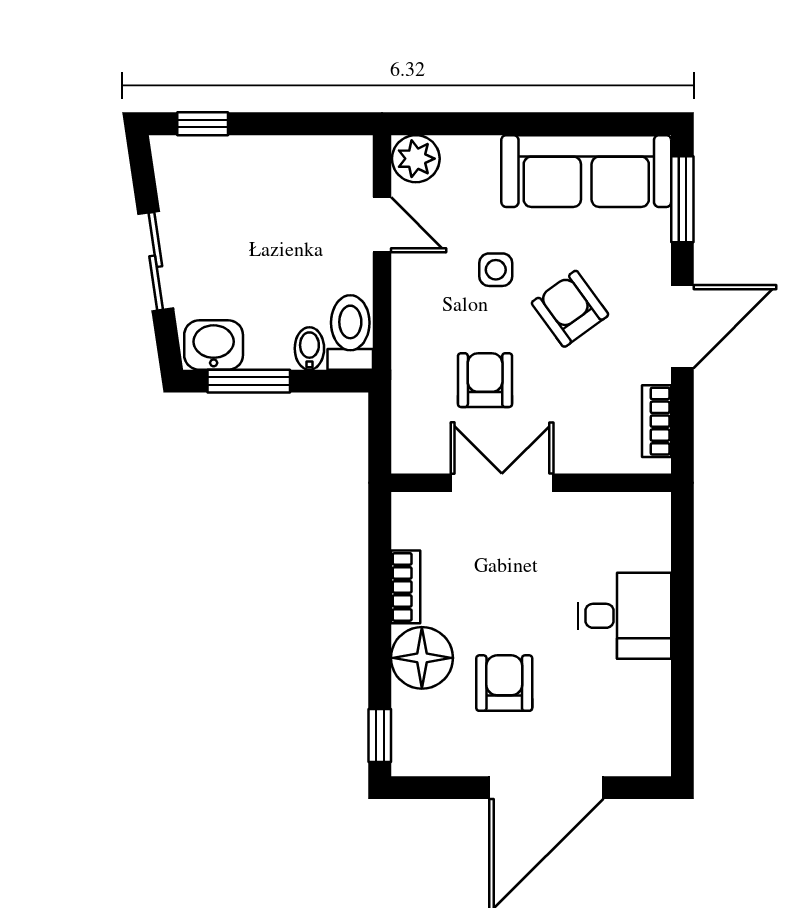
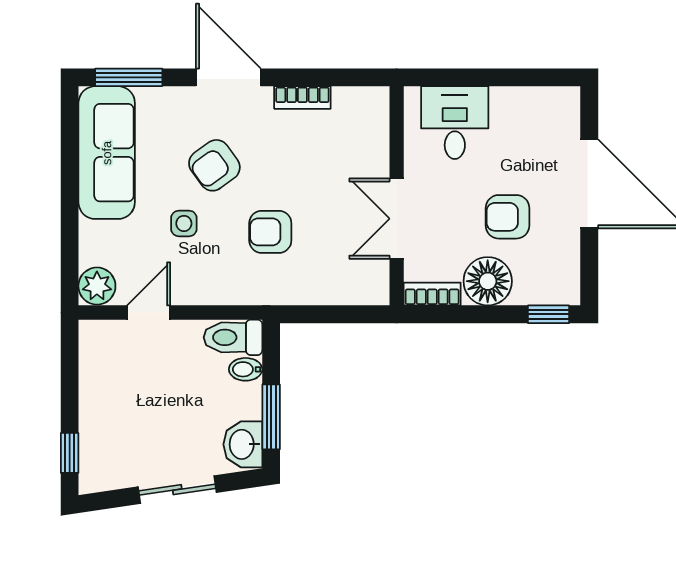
double door: (502, 483) -> (397, 219), moved
wall: (531, 483) -> (397, 196), moved

